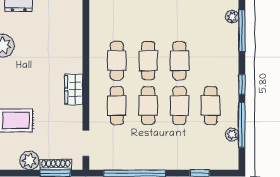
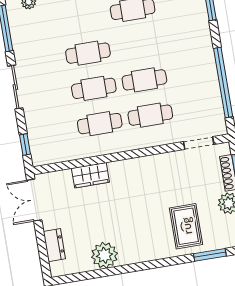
wardrobe: (74, 89) -> (90, 175), moved
cafe table: (179, 105) -> (138, 45), removed

